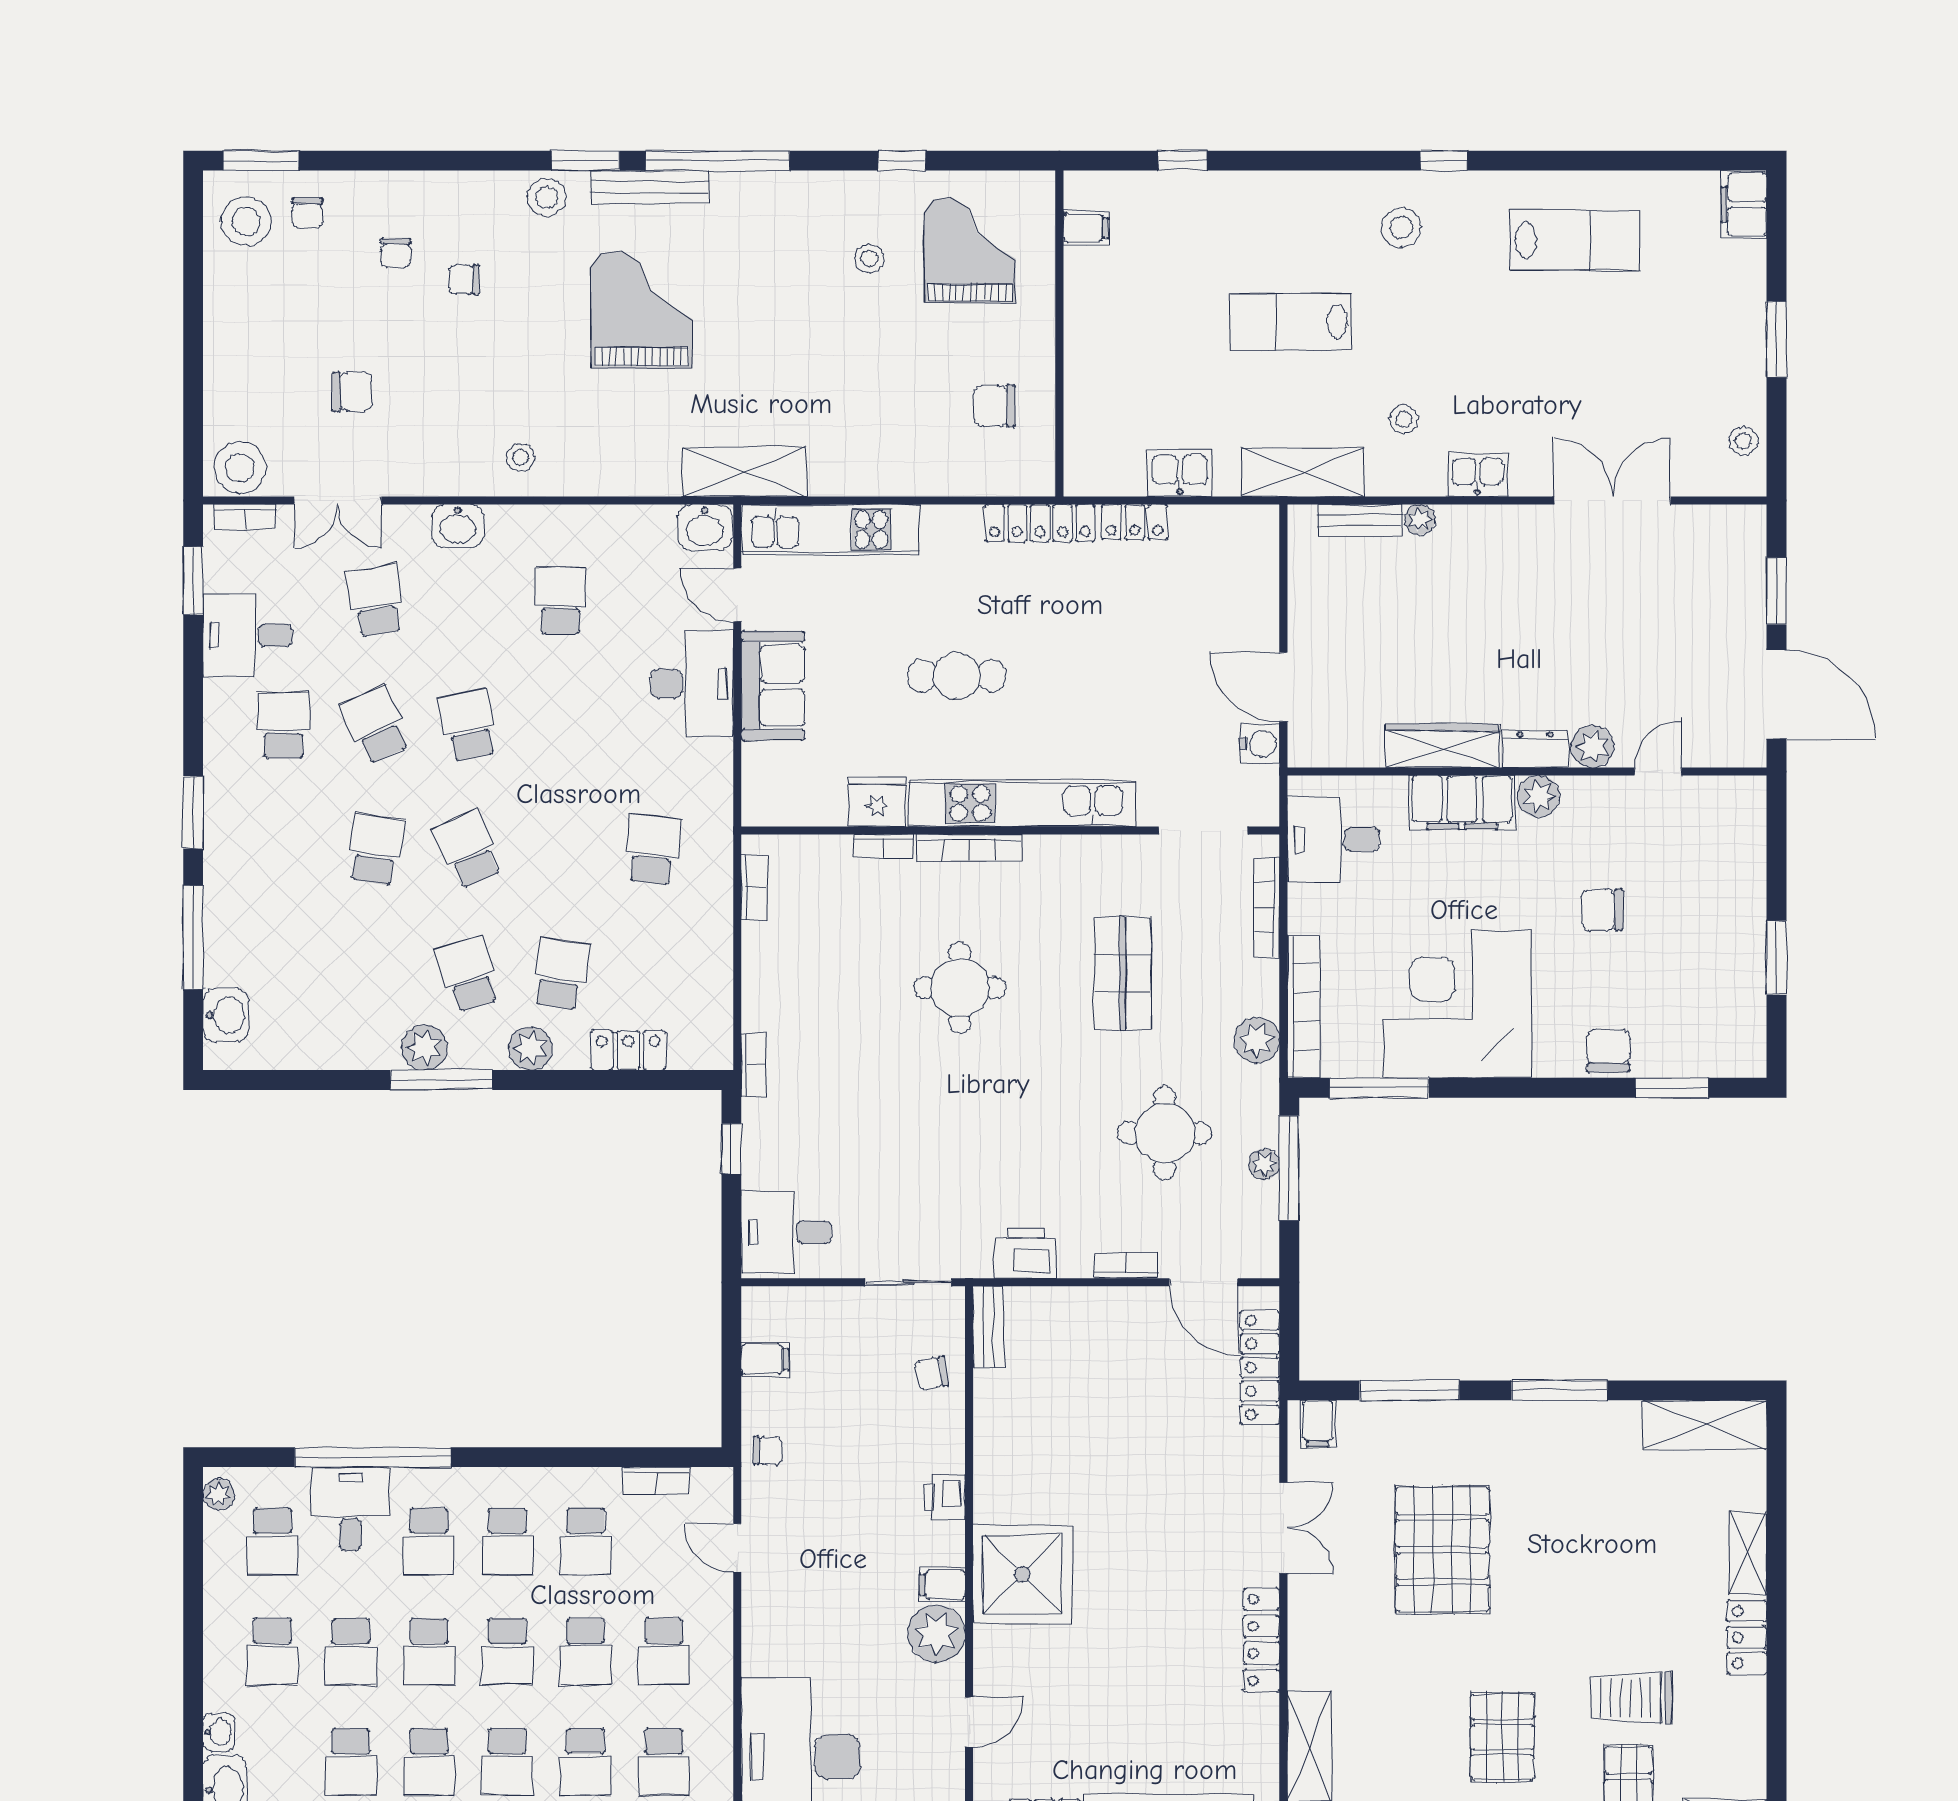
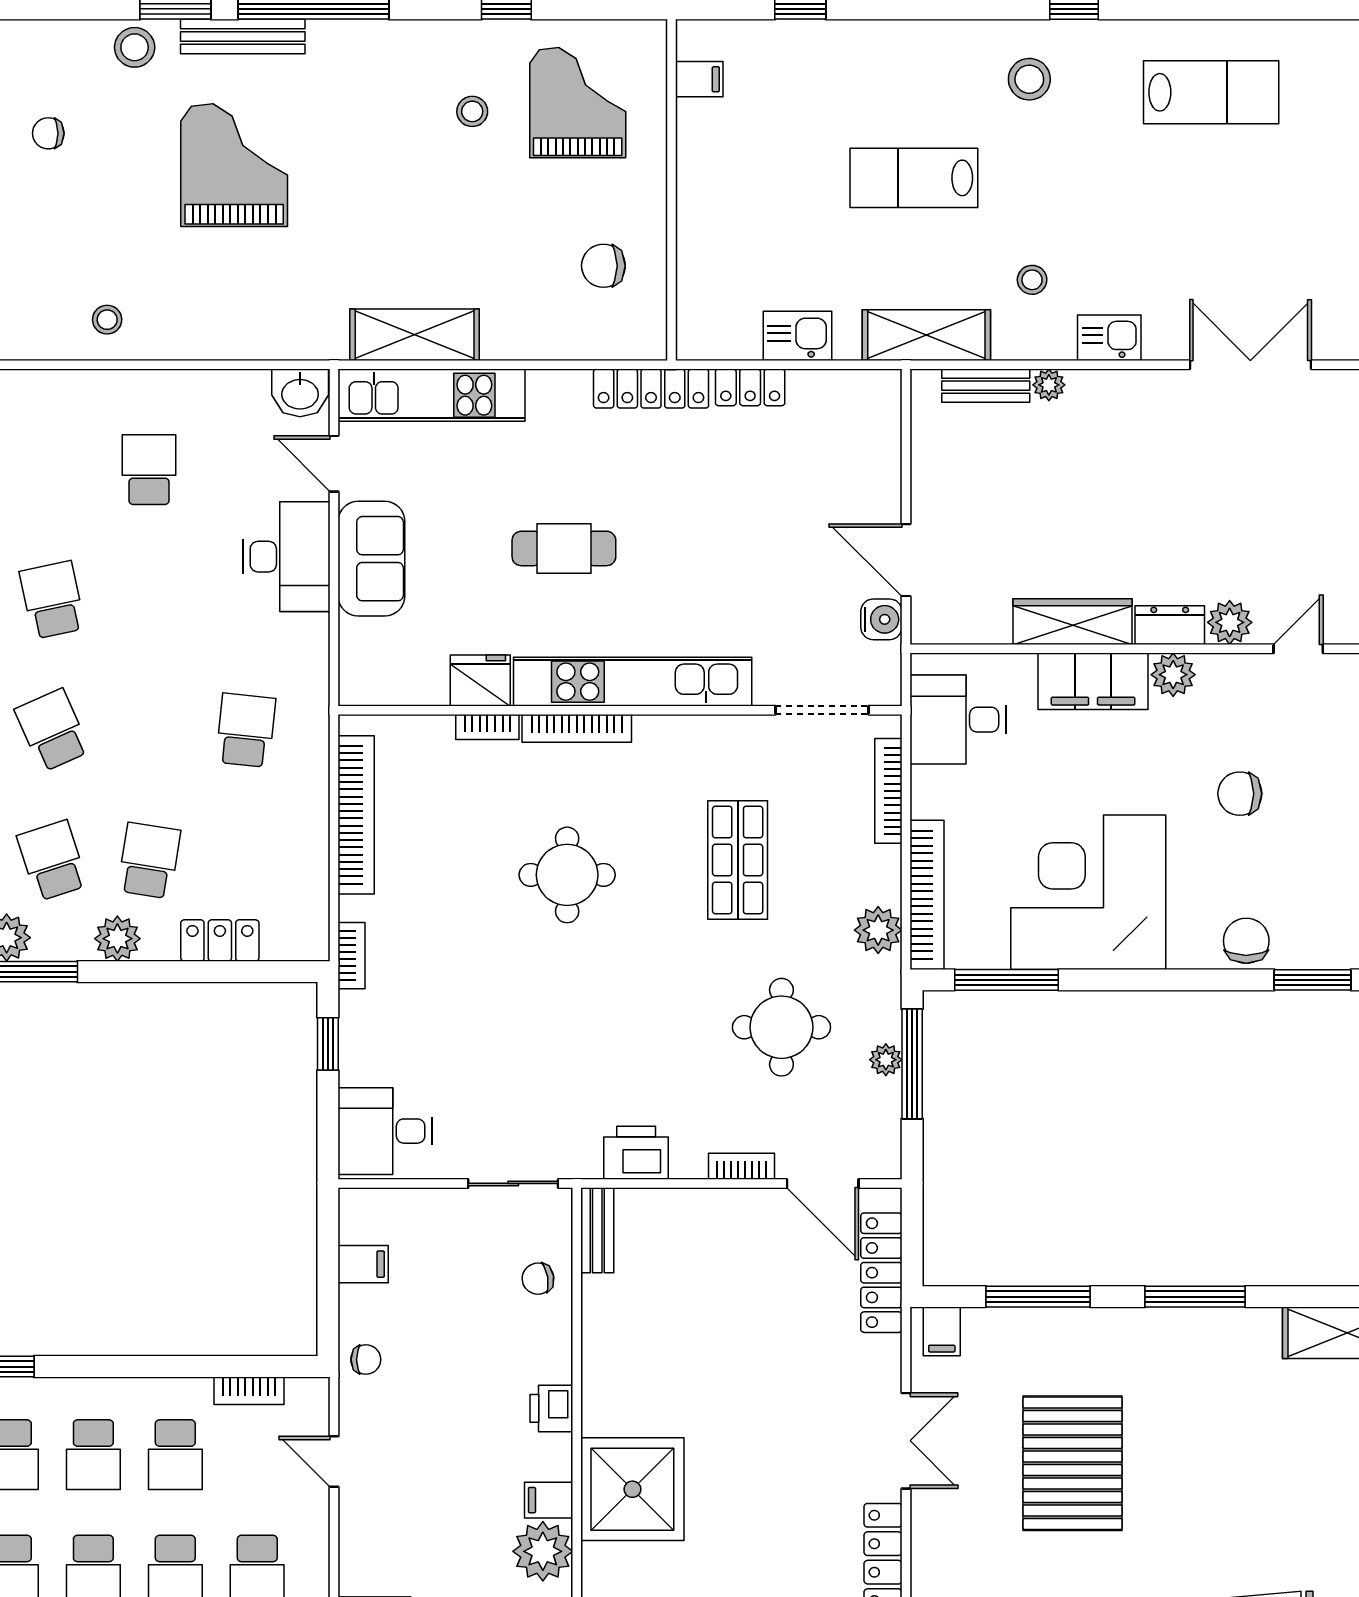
shelving: (745, 472) -> (415, 335), moved
washbasin: (458, 526) -> (42, 392), removed
bookcase: (754, 887) -> (356, 815), width x2.31, depth x1.31

